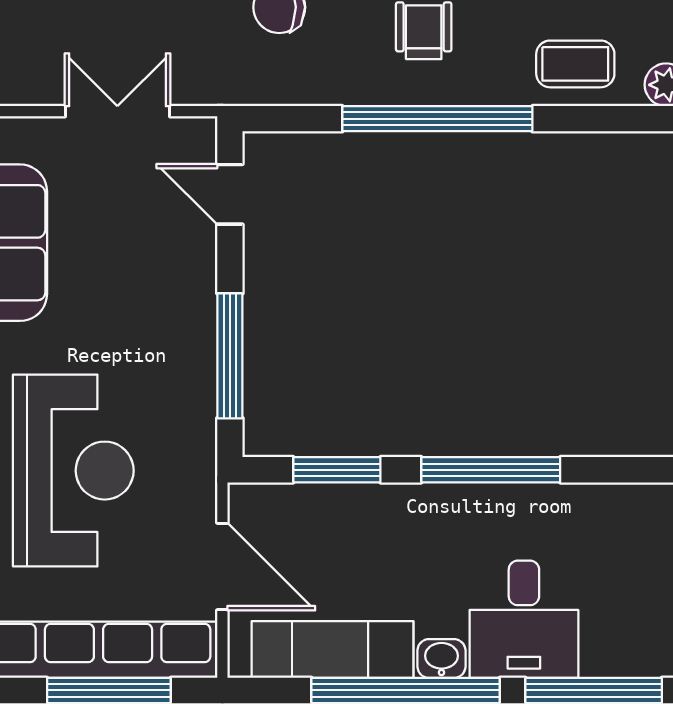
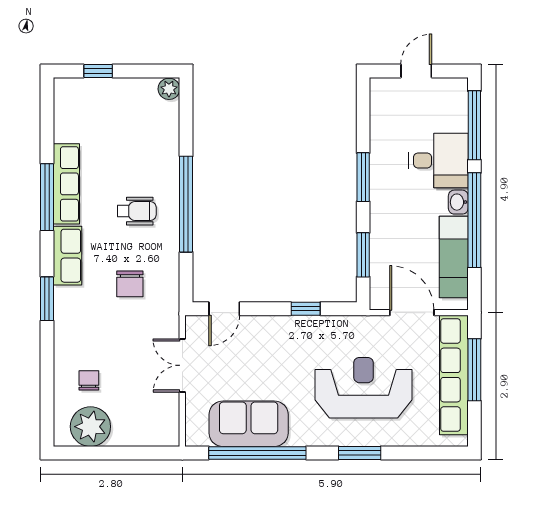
coffee table: (575, 64) -> (158, 135), removed
window: (230, 356) -> (306, 309), width x0.46
window: (491, 470) -> (363, 177), width x0.69
door: (222, 566) -> (412, 313), hinge flipped

